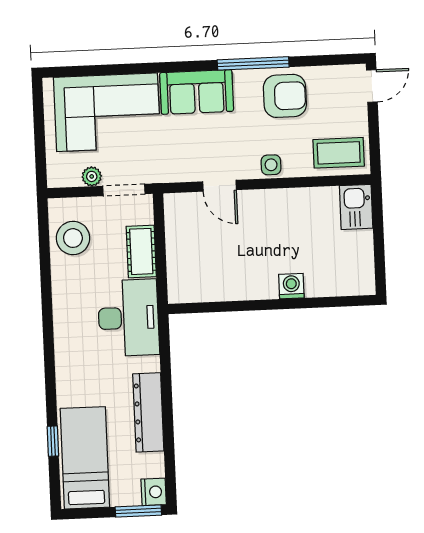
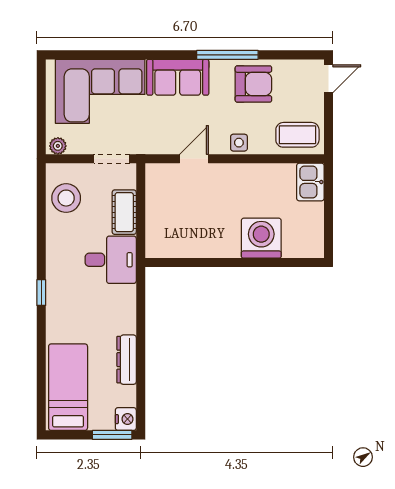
plant: (92, 176) -> (58, 146), moved
door: (220, 186) -> (194, 159), swing flipped
washing machine: (291, 286) -> (261, 238), width x1.89, depth x1.89
desk: (128, 318) -> (111, 260), width x0.73
dresser: (148, 412) -> (127, 360), width x0.73, depth x0.80
window: (53, 441) -> (41, 293), moved

